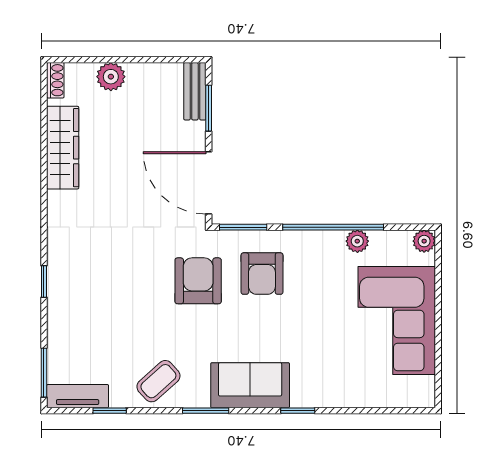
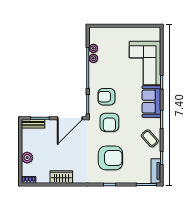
wardrobe: (63, 148) -> (61, 177), width x0.67
plant: (424, 241) -> (93, 48), moved
armchair: (262, 274) -> (106, 97), turned 180
armchair: (198, 281) -> (109, 122), turned -90
armchair: (110, 284) -> (110, 158), added
corner sofa: (397, 320) -> (145, 63), moved, turned 90

